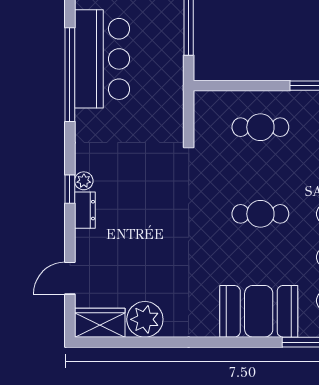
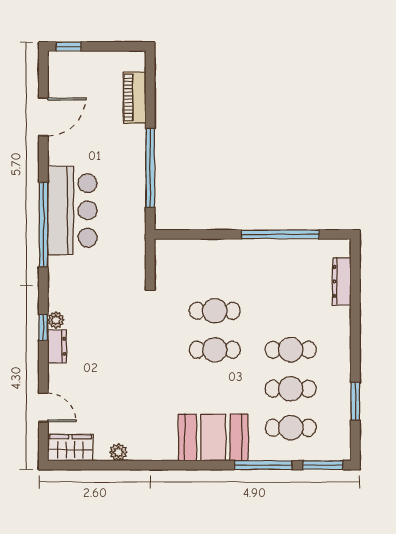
cafe table: (260, 127) -> (215, 311), moved
door: (70, 278) -> (43, 407), swing flipped
plant: (145, 319) -> (118, 452), width x0.53, depth x0.53

